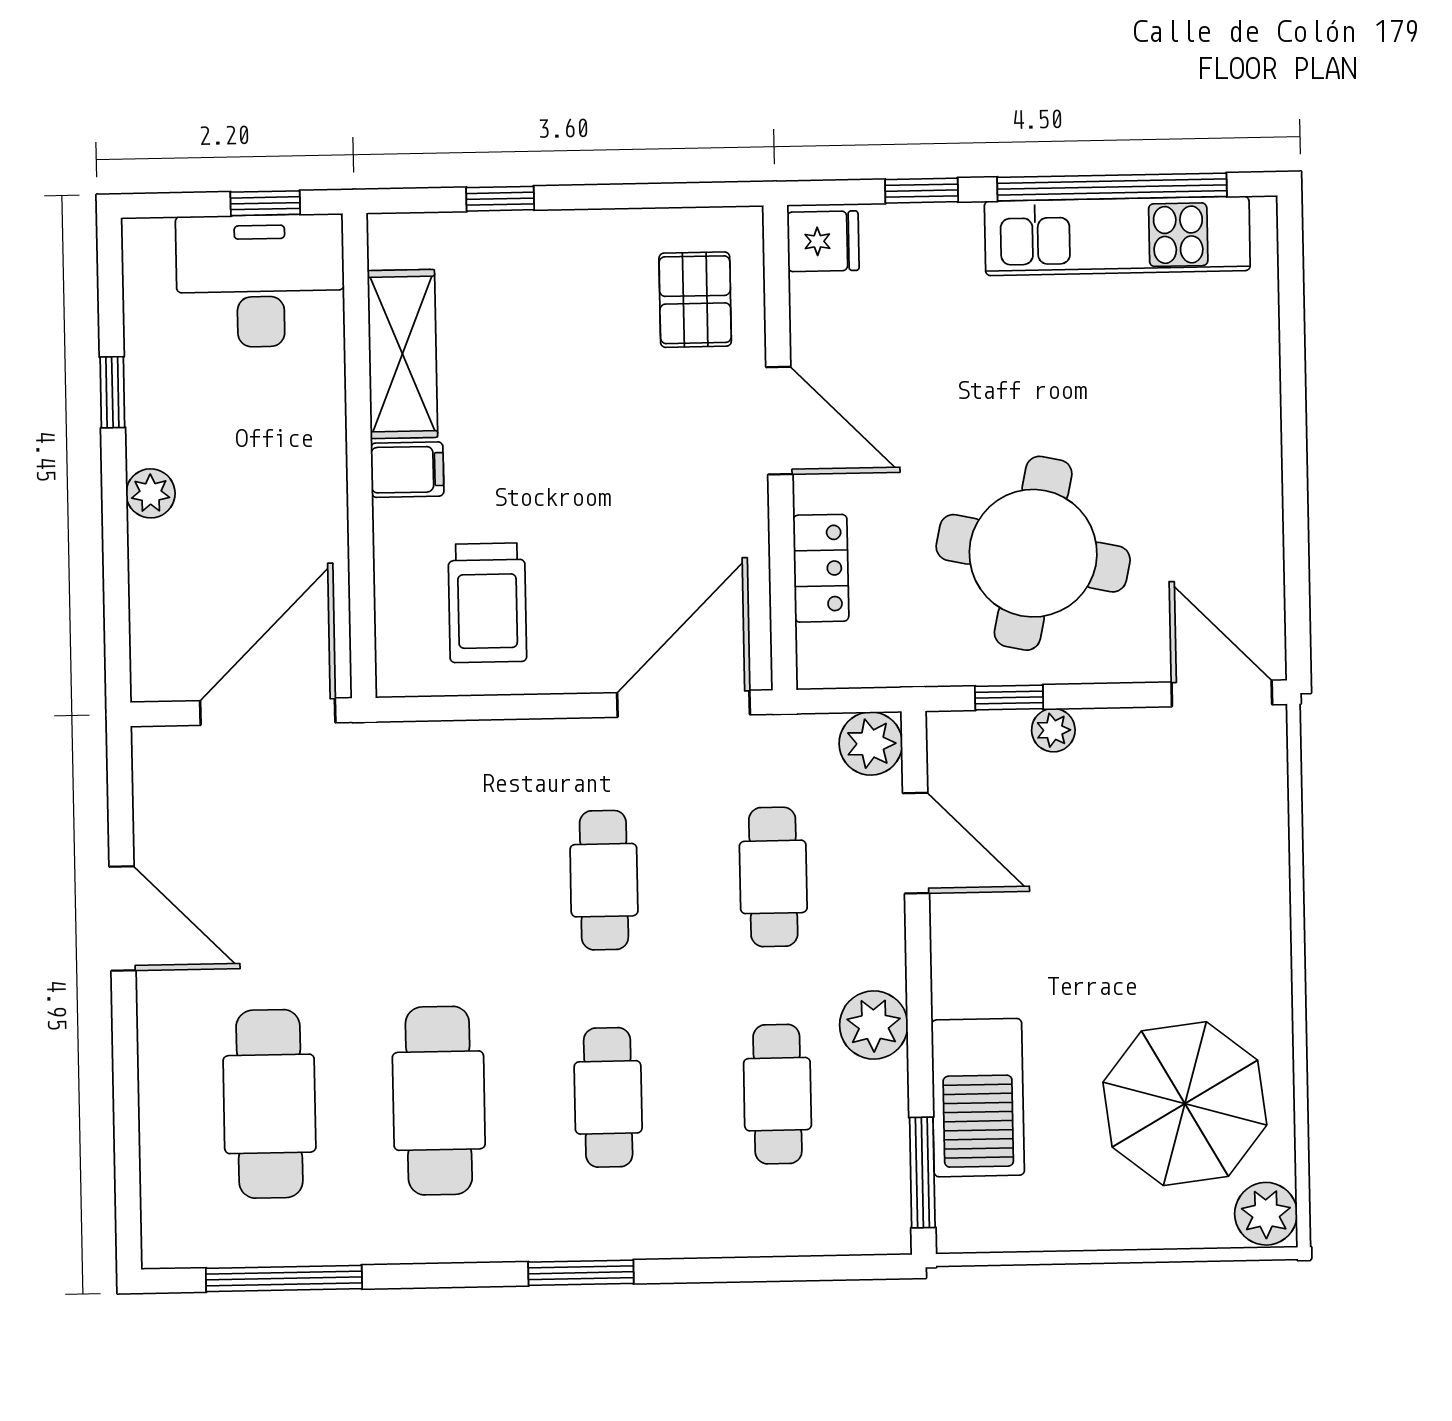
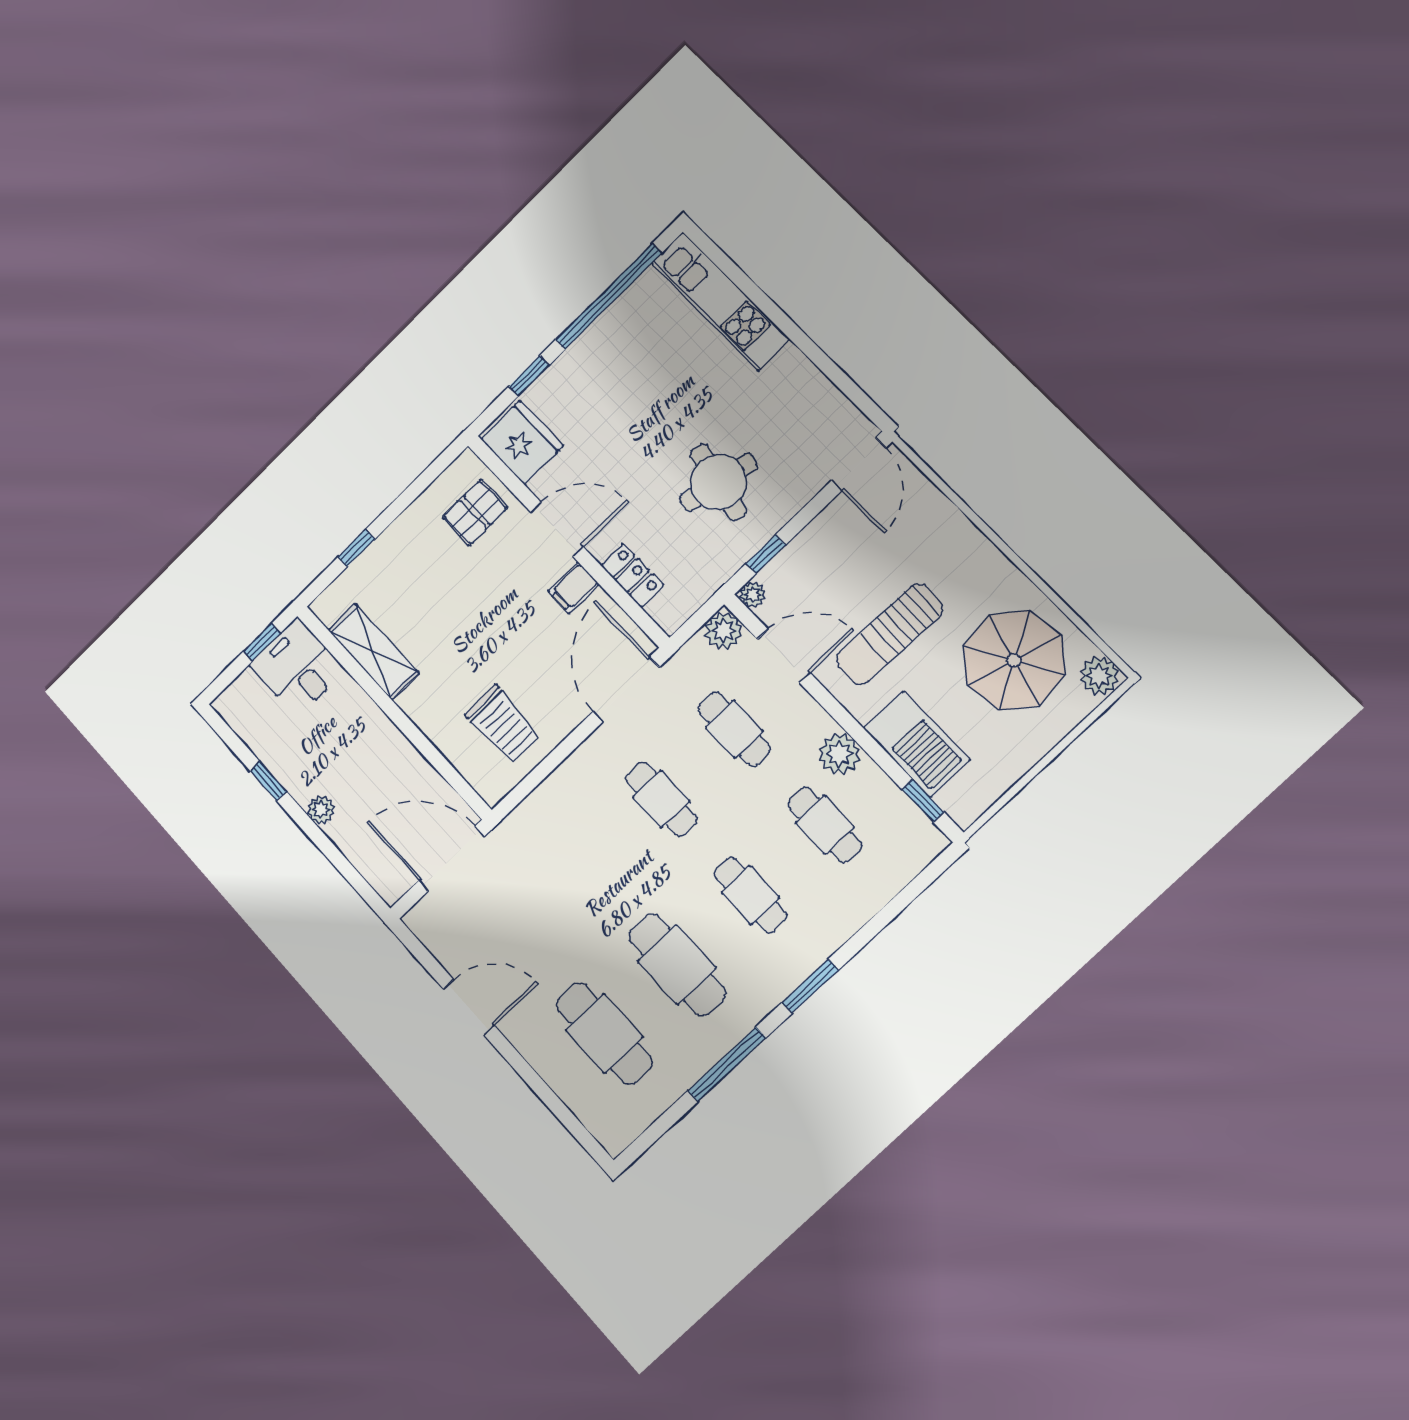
kitchen unit: (1117, 236) -> (720, 301), moved, turned 90
fridge: (823, 241) -> (522, 442), width x1.88, depth x1.34
desk: (260, 281) -> (297, 668), width x0.73
pallet: (695, 300) -> (475, 512), turned 90
filing cabinet: (407, 470) -> (574, 588), moved, turned 180
round table: (1033, 553) -> (718, 482), width x0.73, depth x0.73
door: (1222, 693) -> (859, 464), swing flipped
door: (268, 712) -> (451, 859), hinge flipped
plant: (1053, 730) -> (753, 595), moved
sun lounger: (1067, 936) -> (890, 634), added
window: (922, 1172) -> (923, 801), width x0.67
window: (284, 1278) -> (727, 1064), moved

